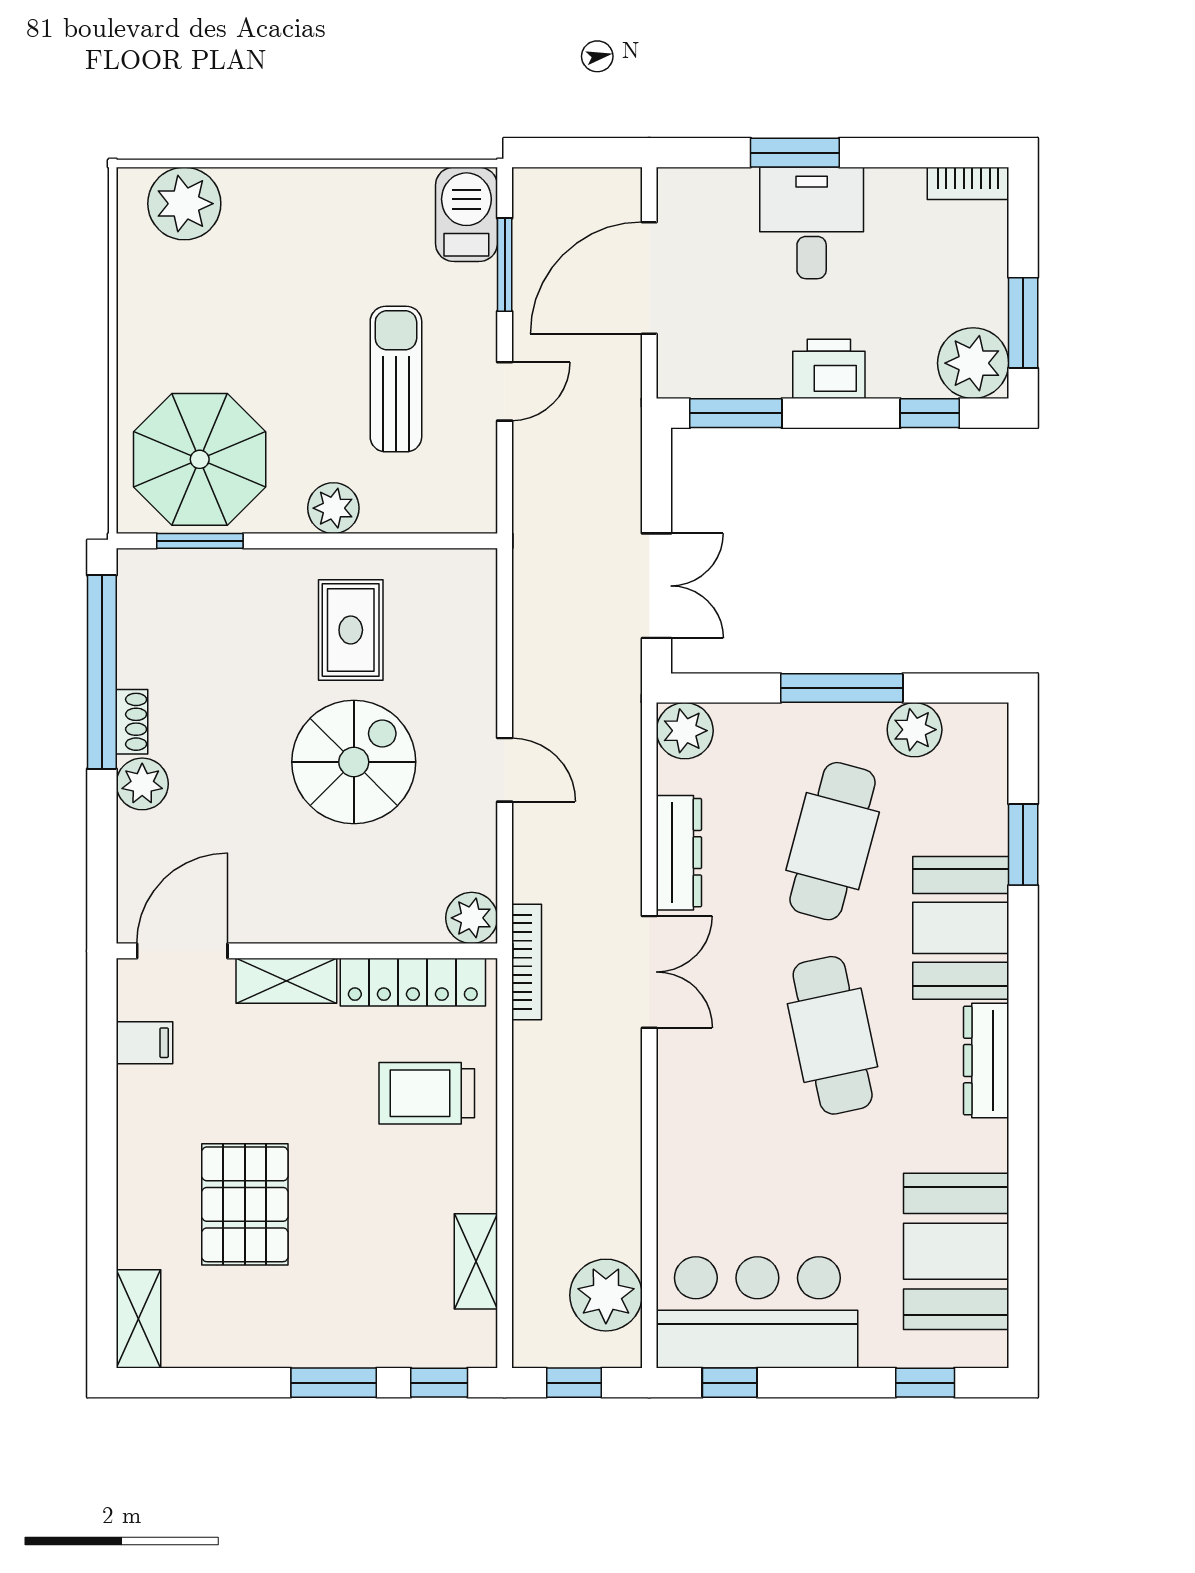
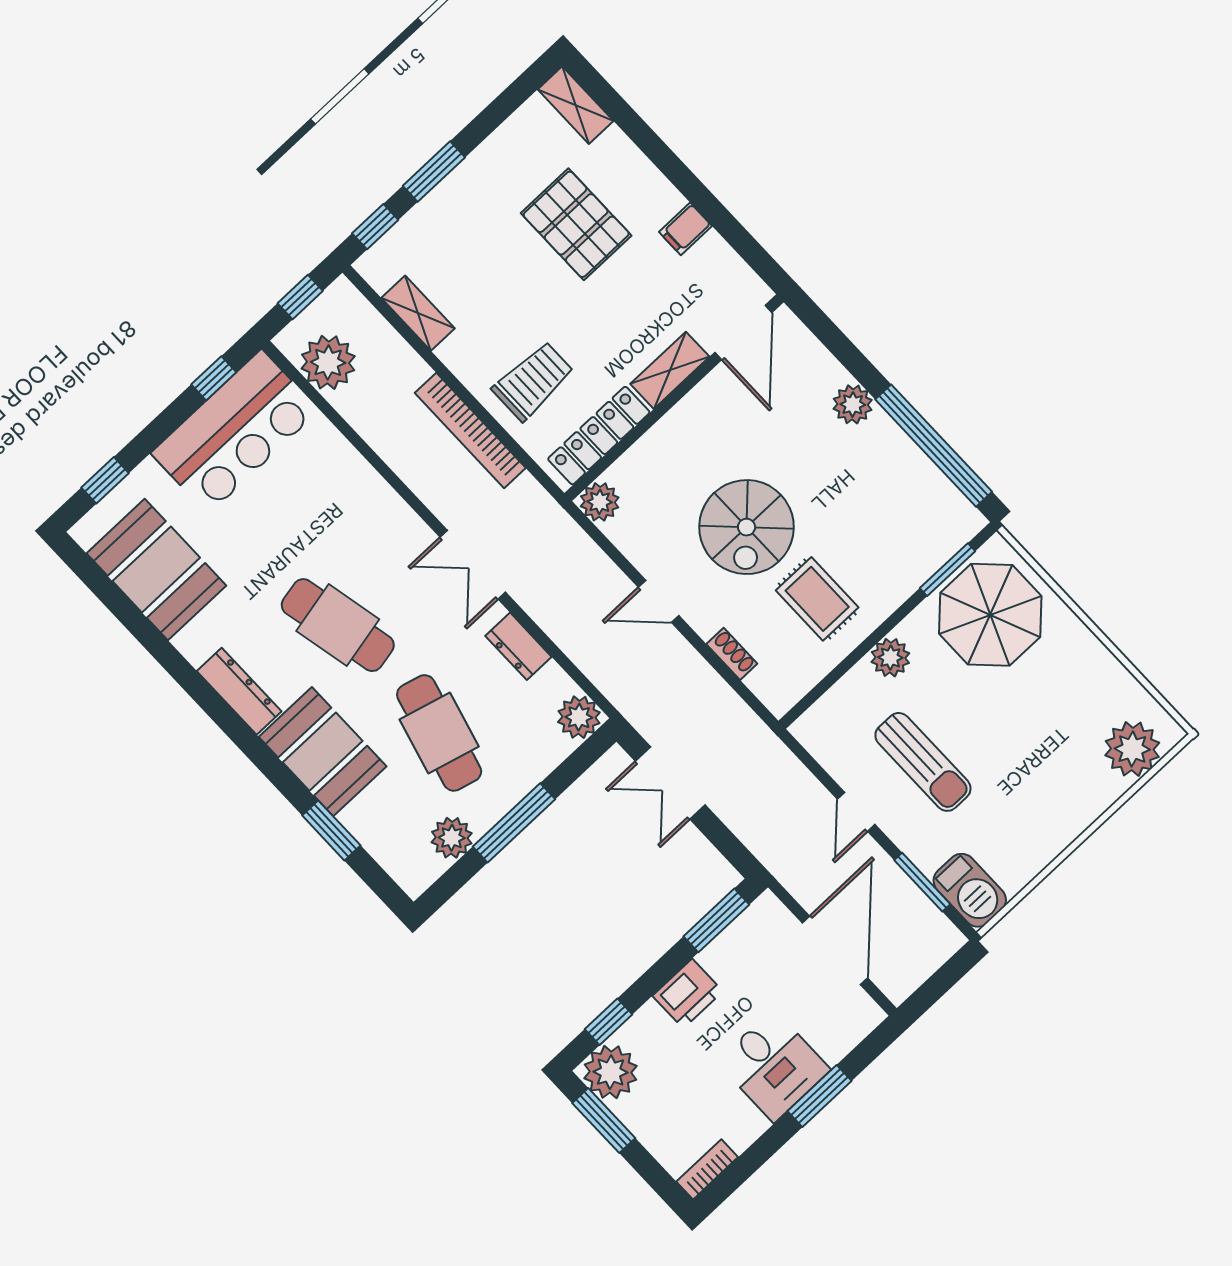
shoe rack: (132, 722) -> (732, 654), moved, turned 180
dresser: (679, 853) -> (518, 646), width x0.70
bookcase: (527, 962) -> (470, 430), moved, width x1.48, depth x1.31
filing cabinet: (144, 1043) -> (686, 229), moved

